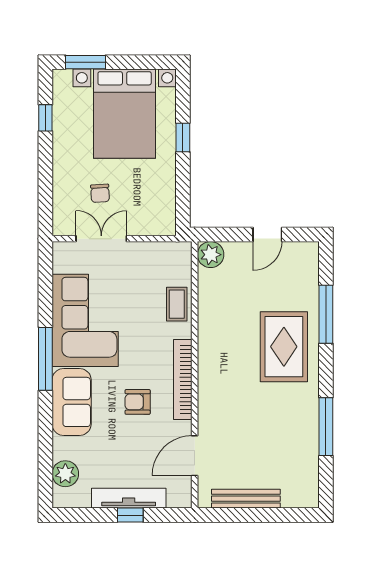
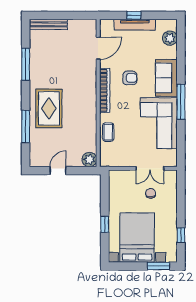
bench: (246, 499) -> (48, 24), moved

